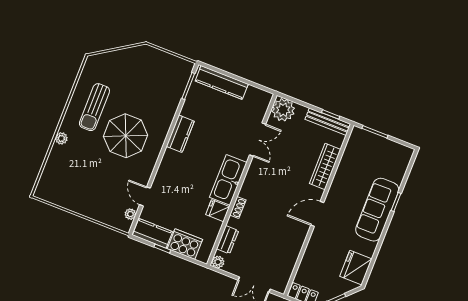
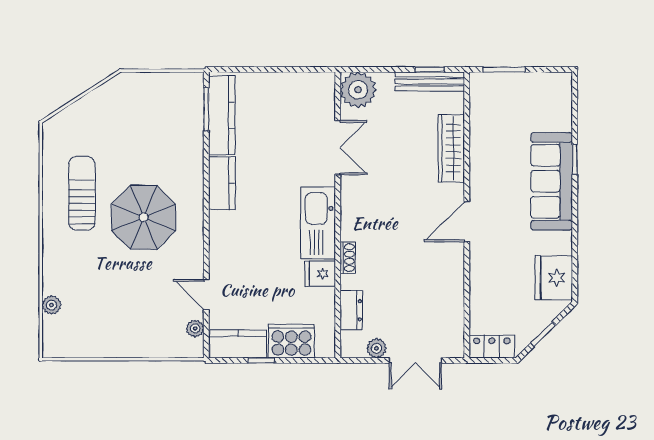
kitchen counter: (222, 82) -> (222, 115), moved, turned -90
sun lounger: (94, 107) -> (82, 193), turned 180
plant: (61, 138) -> (52, 305), moved
plant: (218, 262) -> (376, 348), moved

